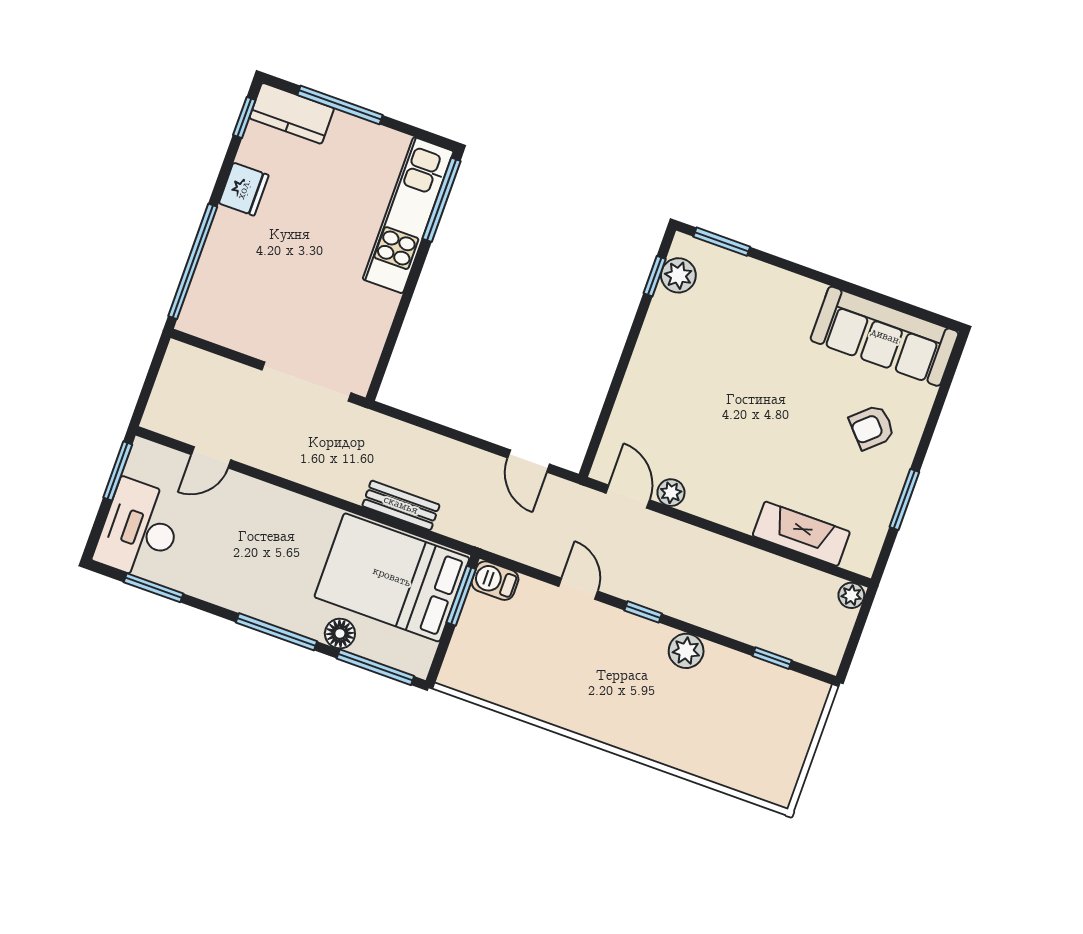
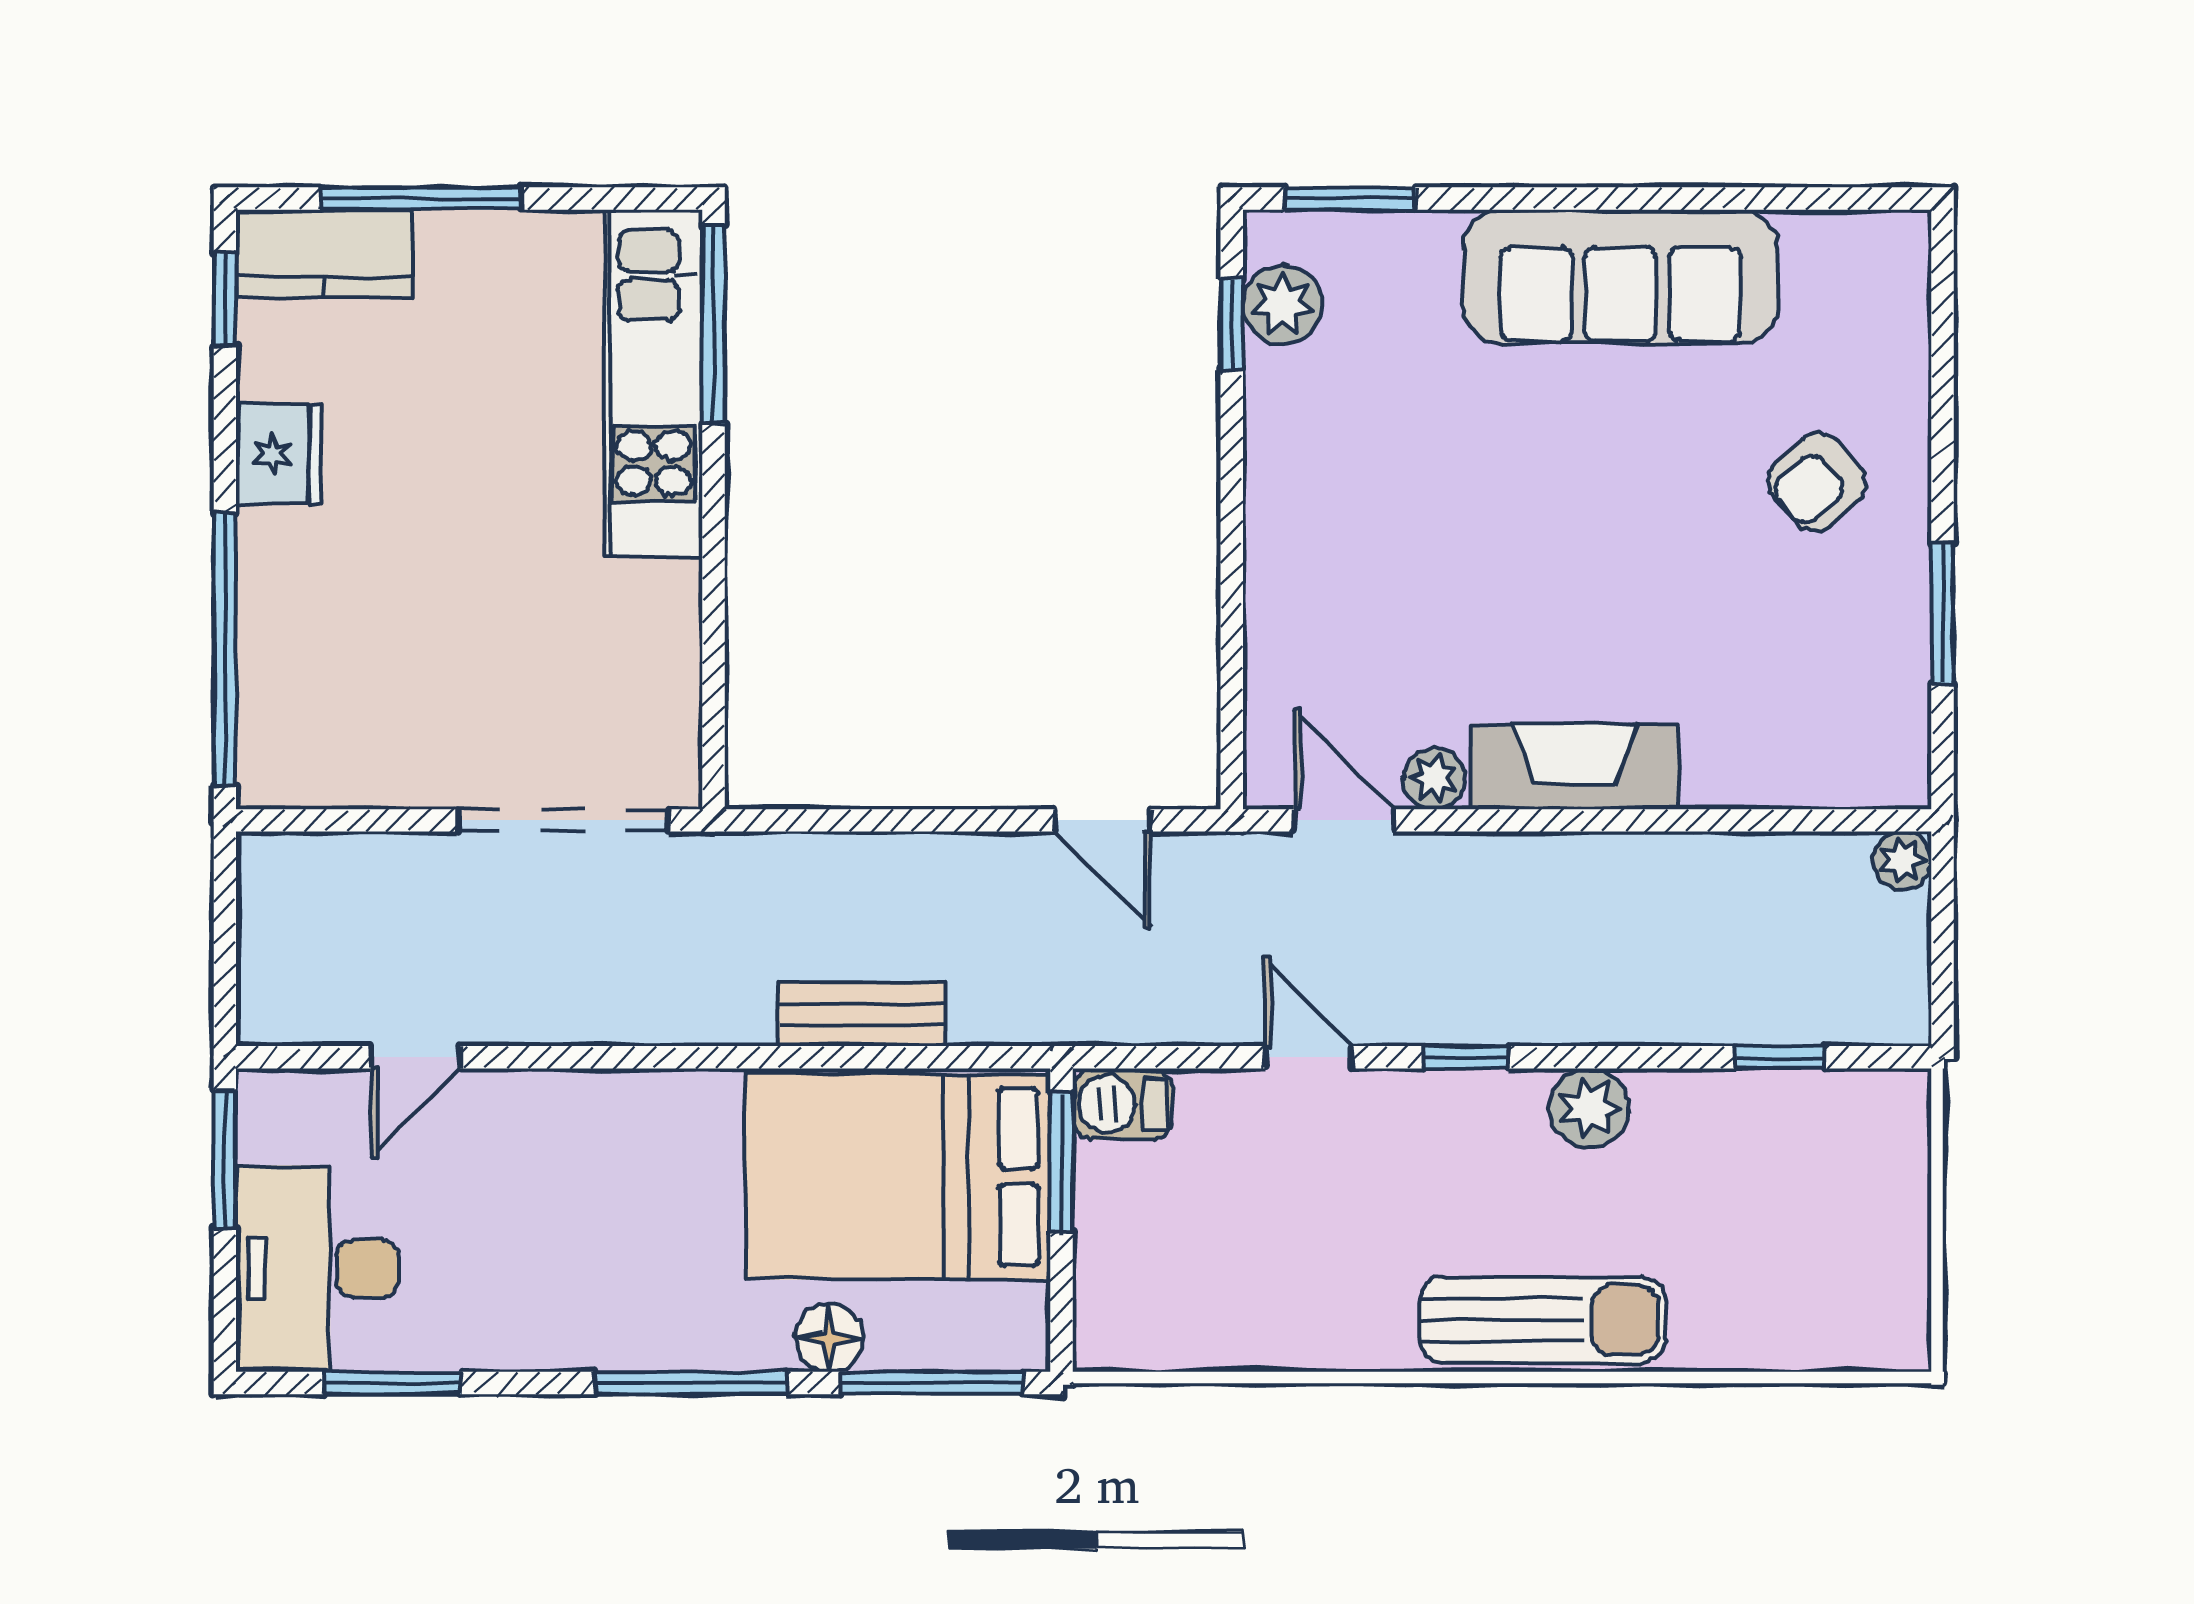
sofa: (885, 336) -> (1621, 277), moved
fireplace: (801, 534) -> (1575, 767), moved
sun lounger: (636, 731) -> (1543, 1320), added

